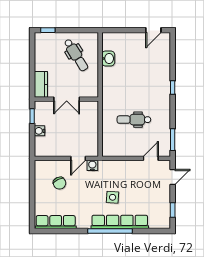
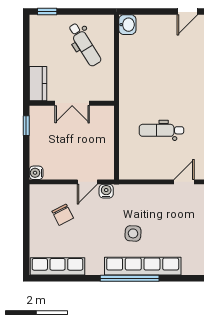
washbasin: (108, 58) -> (127, 25), moved
water cooler: (40, 131) -> (36, 173), moved

